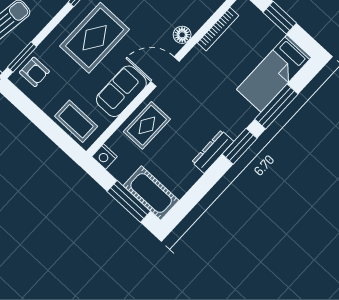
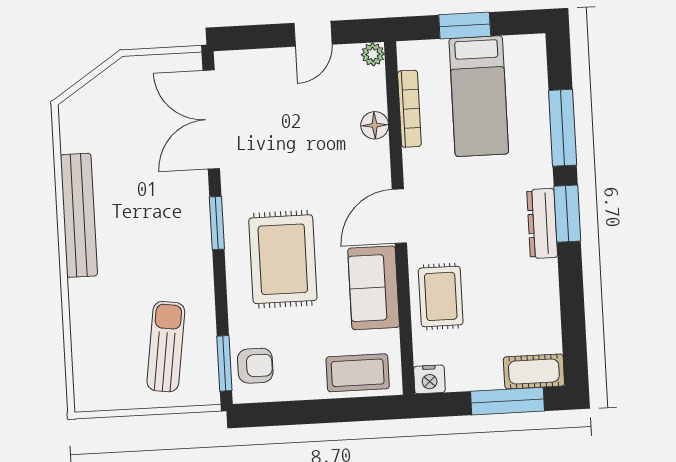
floor lamp: (182, 35) -> (375, 125), moved
bed: (274, 73) -> (479, 96), moved
dresser: (213, 152) -> (542, 223), moved
cot: (151, 193) -> (534, 371), width x0.73, depth x0.75

